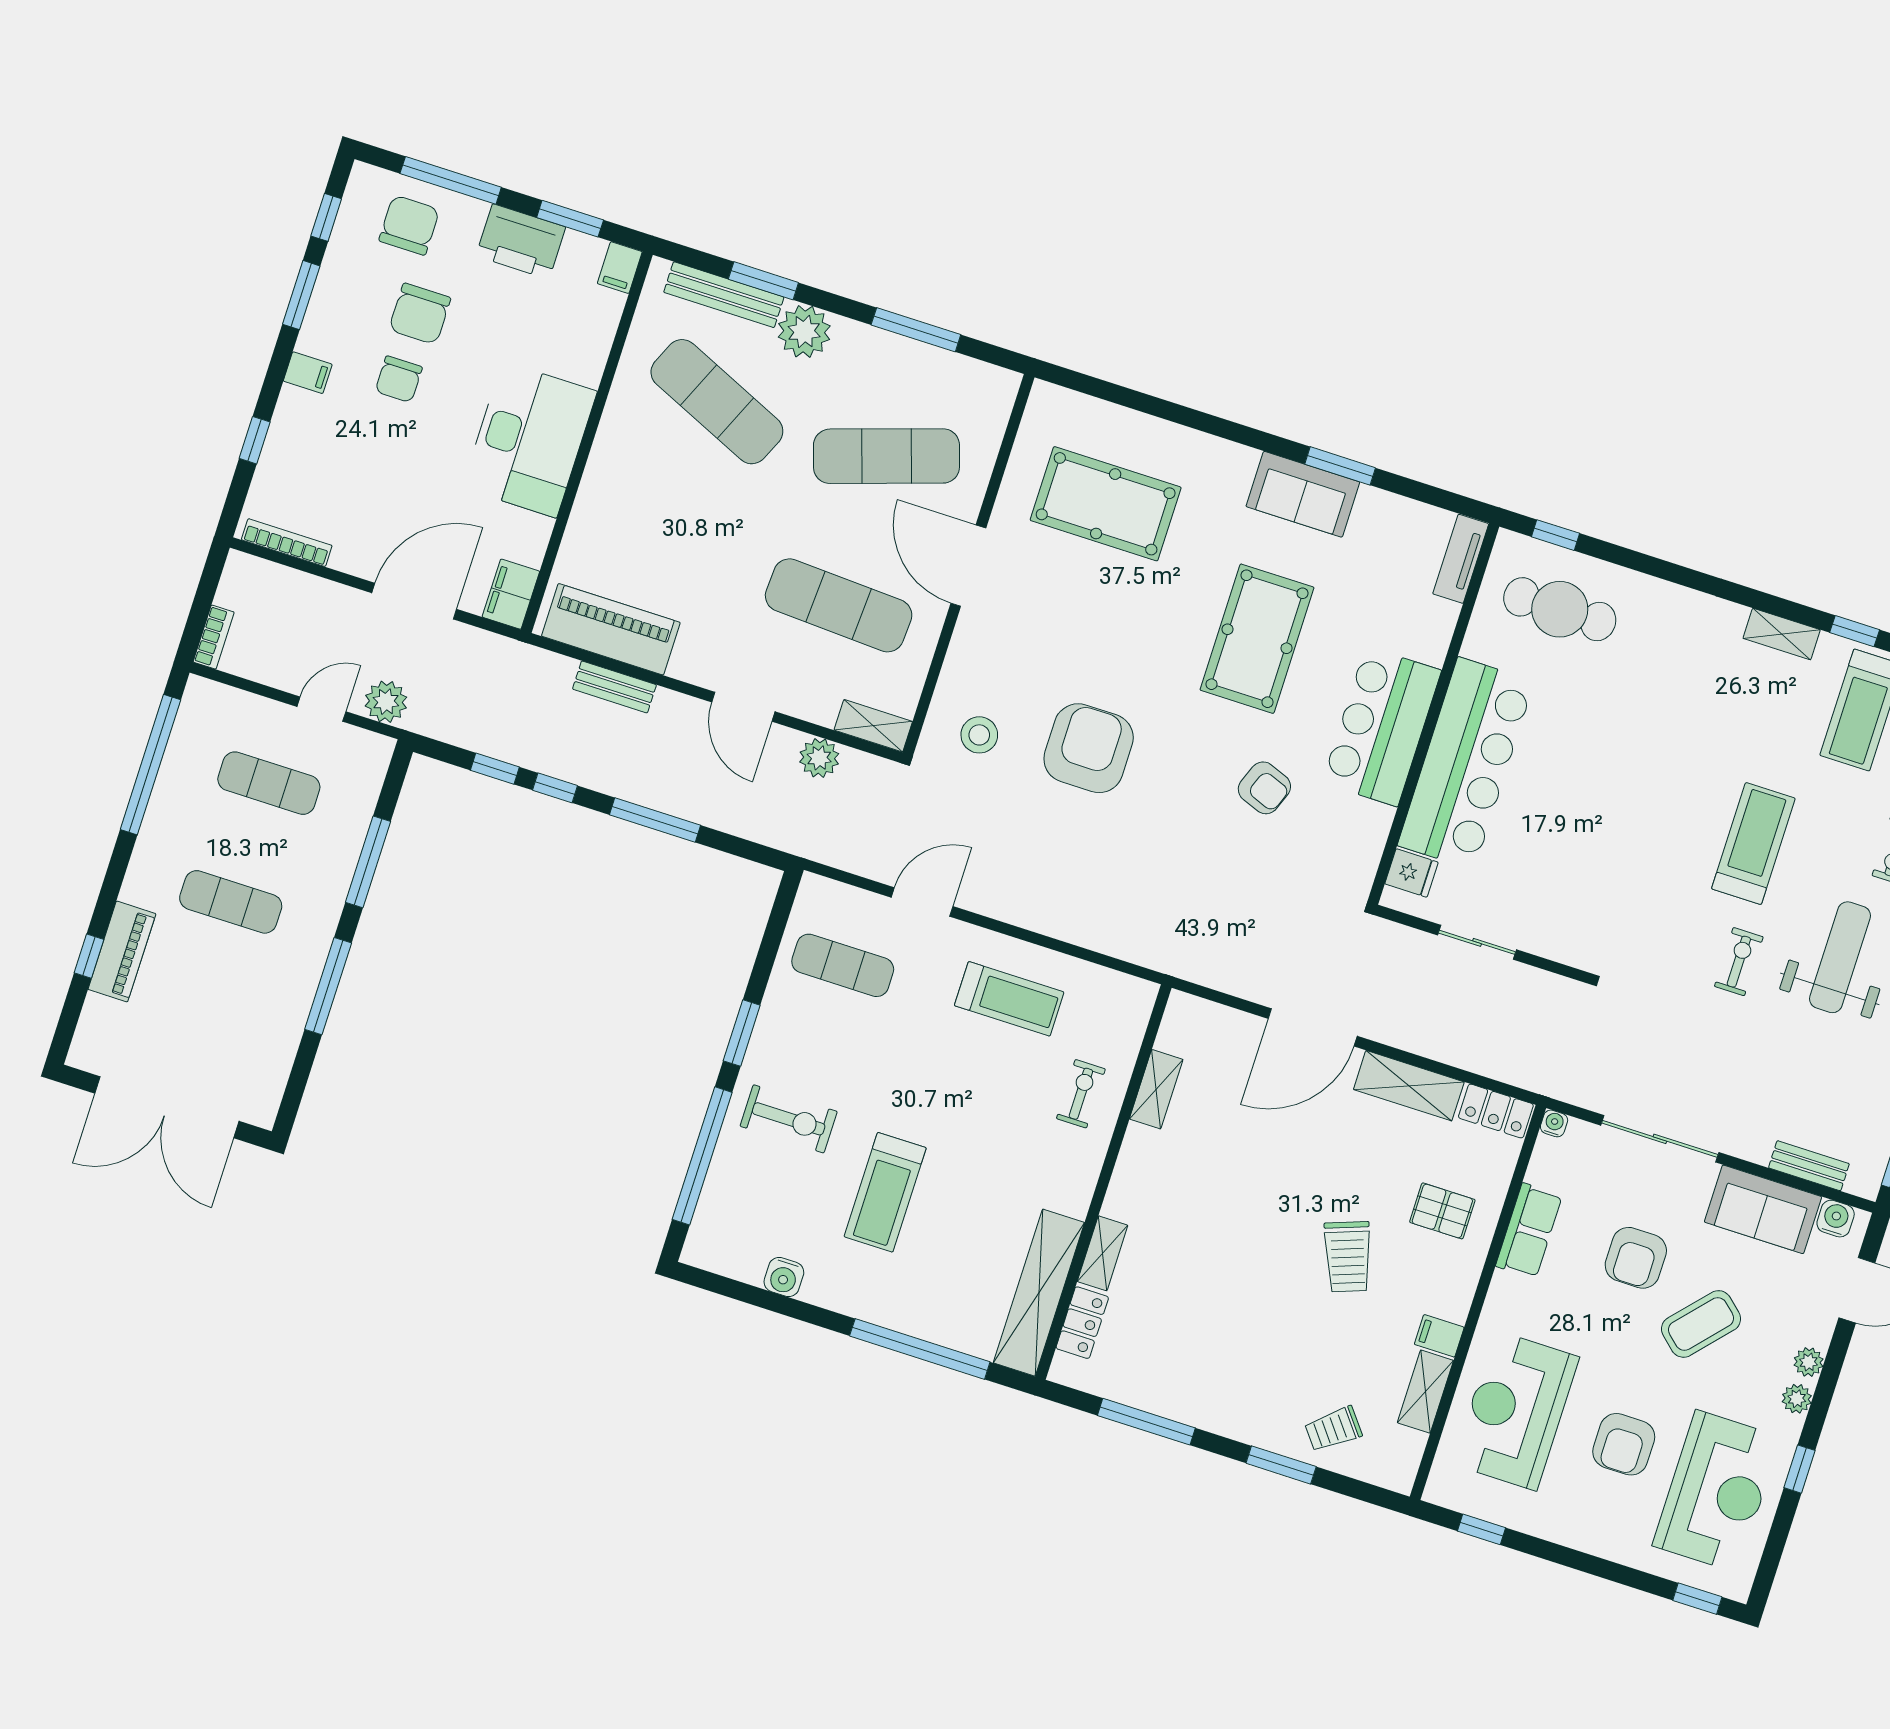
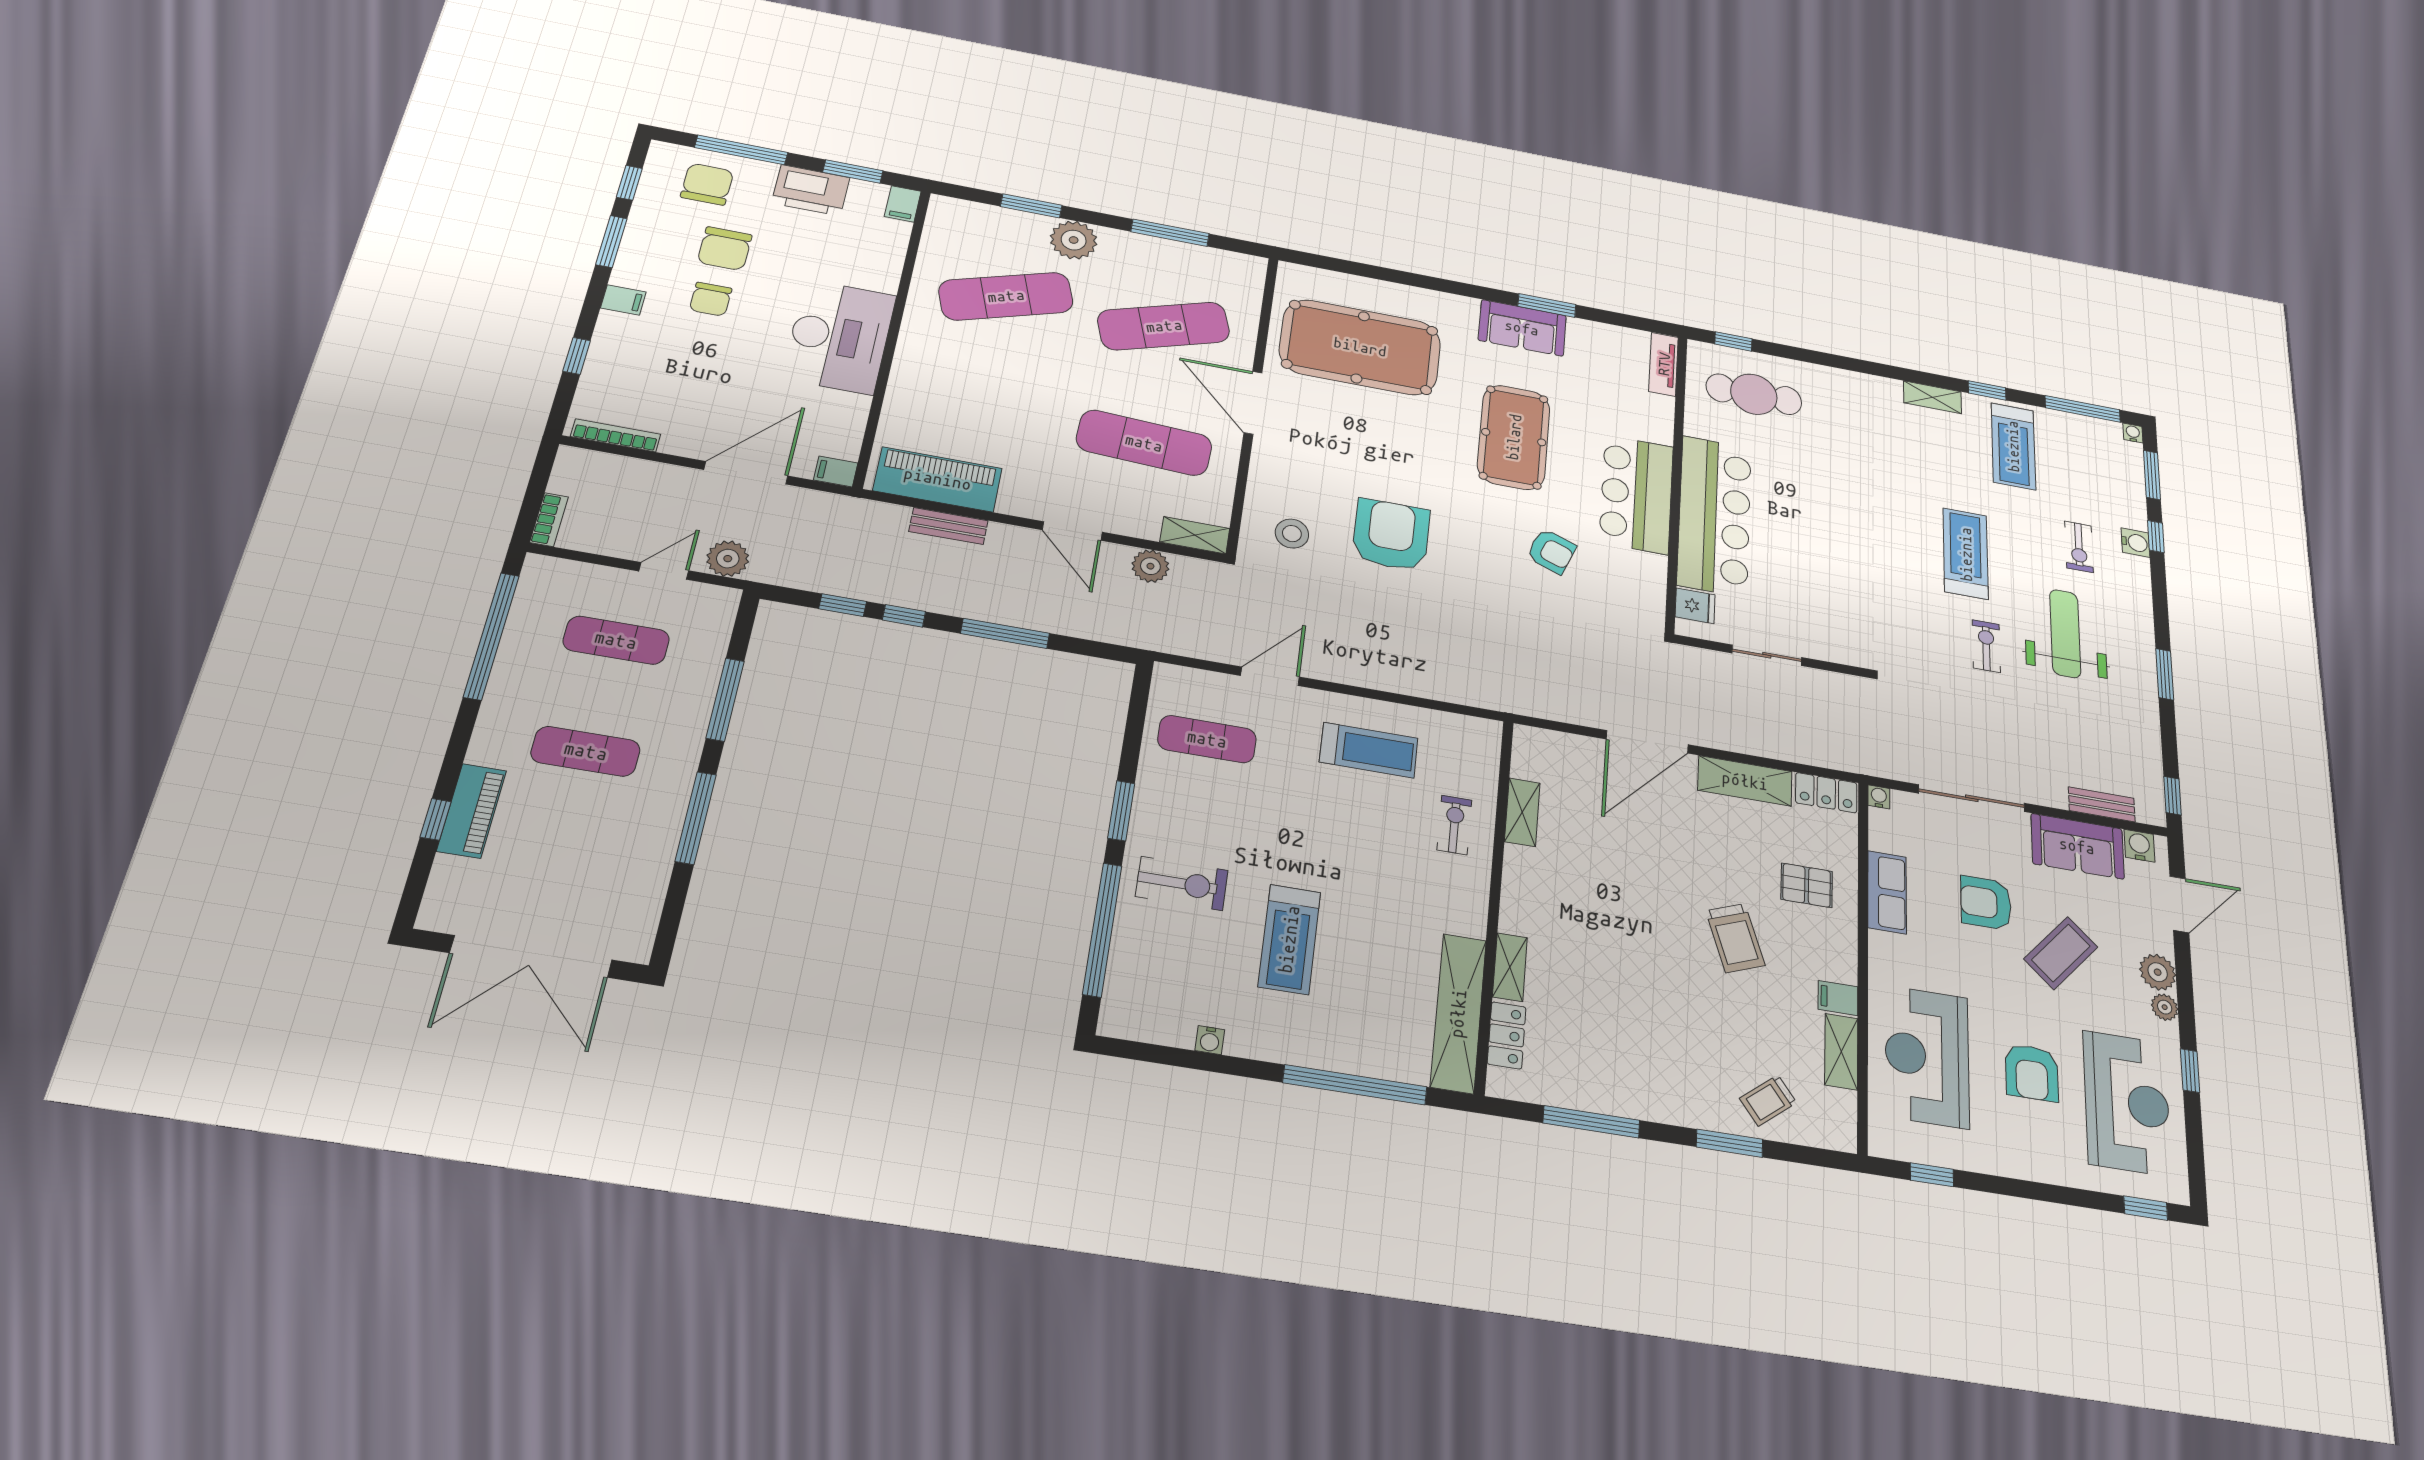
bench: (724, 295) -> (998, 218), removed
exercise mat: (717, 402) -> (1006, 296), turned -42
pool table: (1106, 504) -> (1360, 347), width x1.36, depth x1.32
filing cabinet: (511, 594) -> (836, 471), width x0.50
armchair: (1636, 1258) -> (1986, 903), turned 90
water cooler: (784, 1277) -> (1210, 1040), width x0.72, depth x0.72
plant: (1809, 1362) -> (2158, 972), width x1.38, depth x1.38

